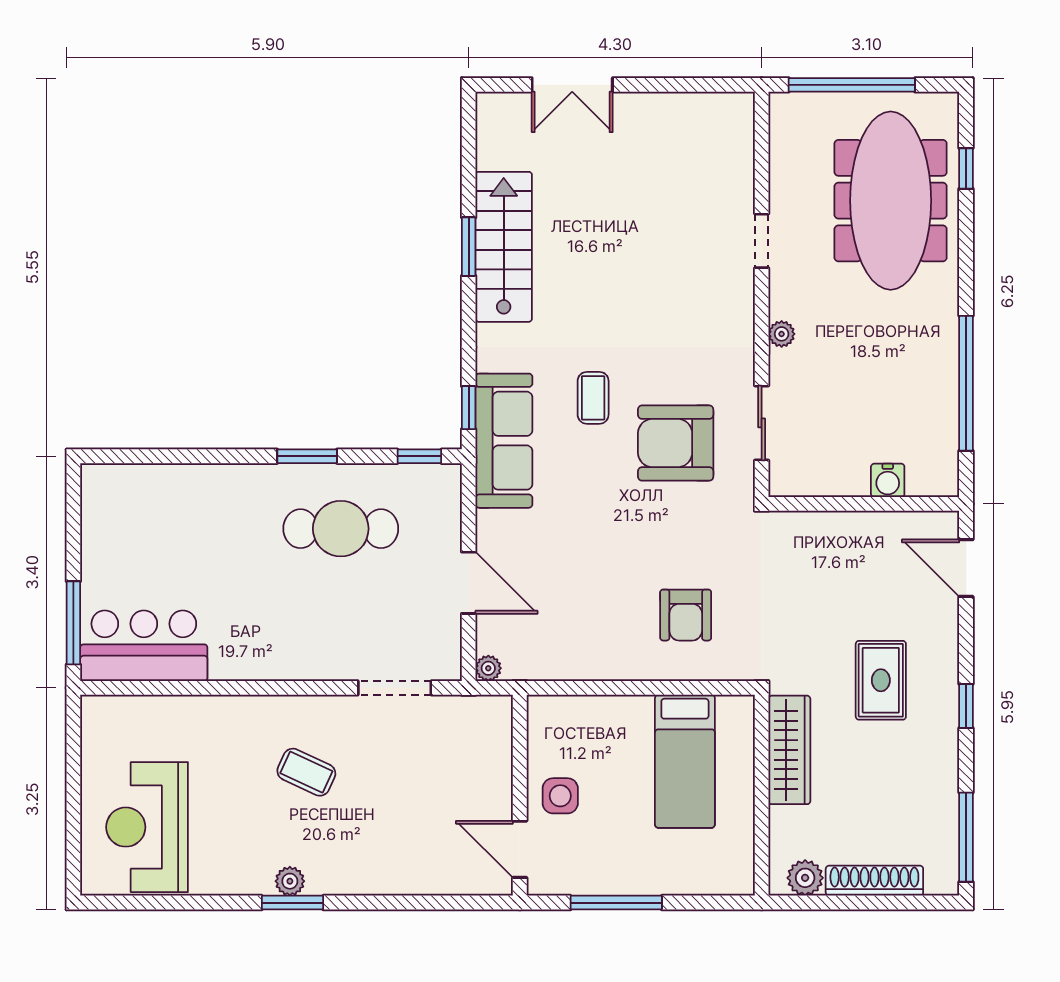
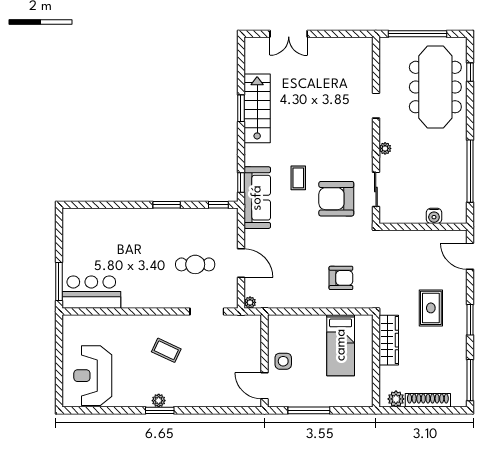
cafe table: (341, 529) -> (195, 264), moved, width x0.73, depth x0.74
armchair: (686, 615) -> (341, 278), turned -90
window: (966, 706) -> (470, 320), width x1.50

